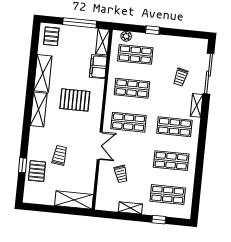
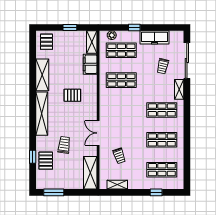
window: (80, 23) -> (70, 28), width x0.46
freezer: (174, 44) -> (155, 37), added
pallet: (75, 100) -> (72, 95), width x0.67, depth x0.71
shelving: (39, 109) -> (42, 114), width x1.47
shop shelf: (129, 122) -> (121, 110), removed
double door: (100, 146) -> (98, 133), swing flipped
shelving: (74, 200) -> (90, 173), moved, turned 90
window: (43, 208) -> (54, 192), added
shelving: (130, 208) -> (117, 185), moved

